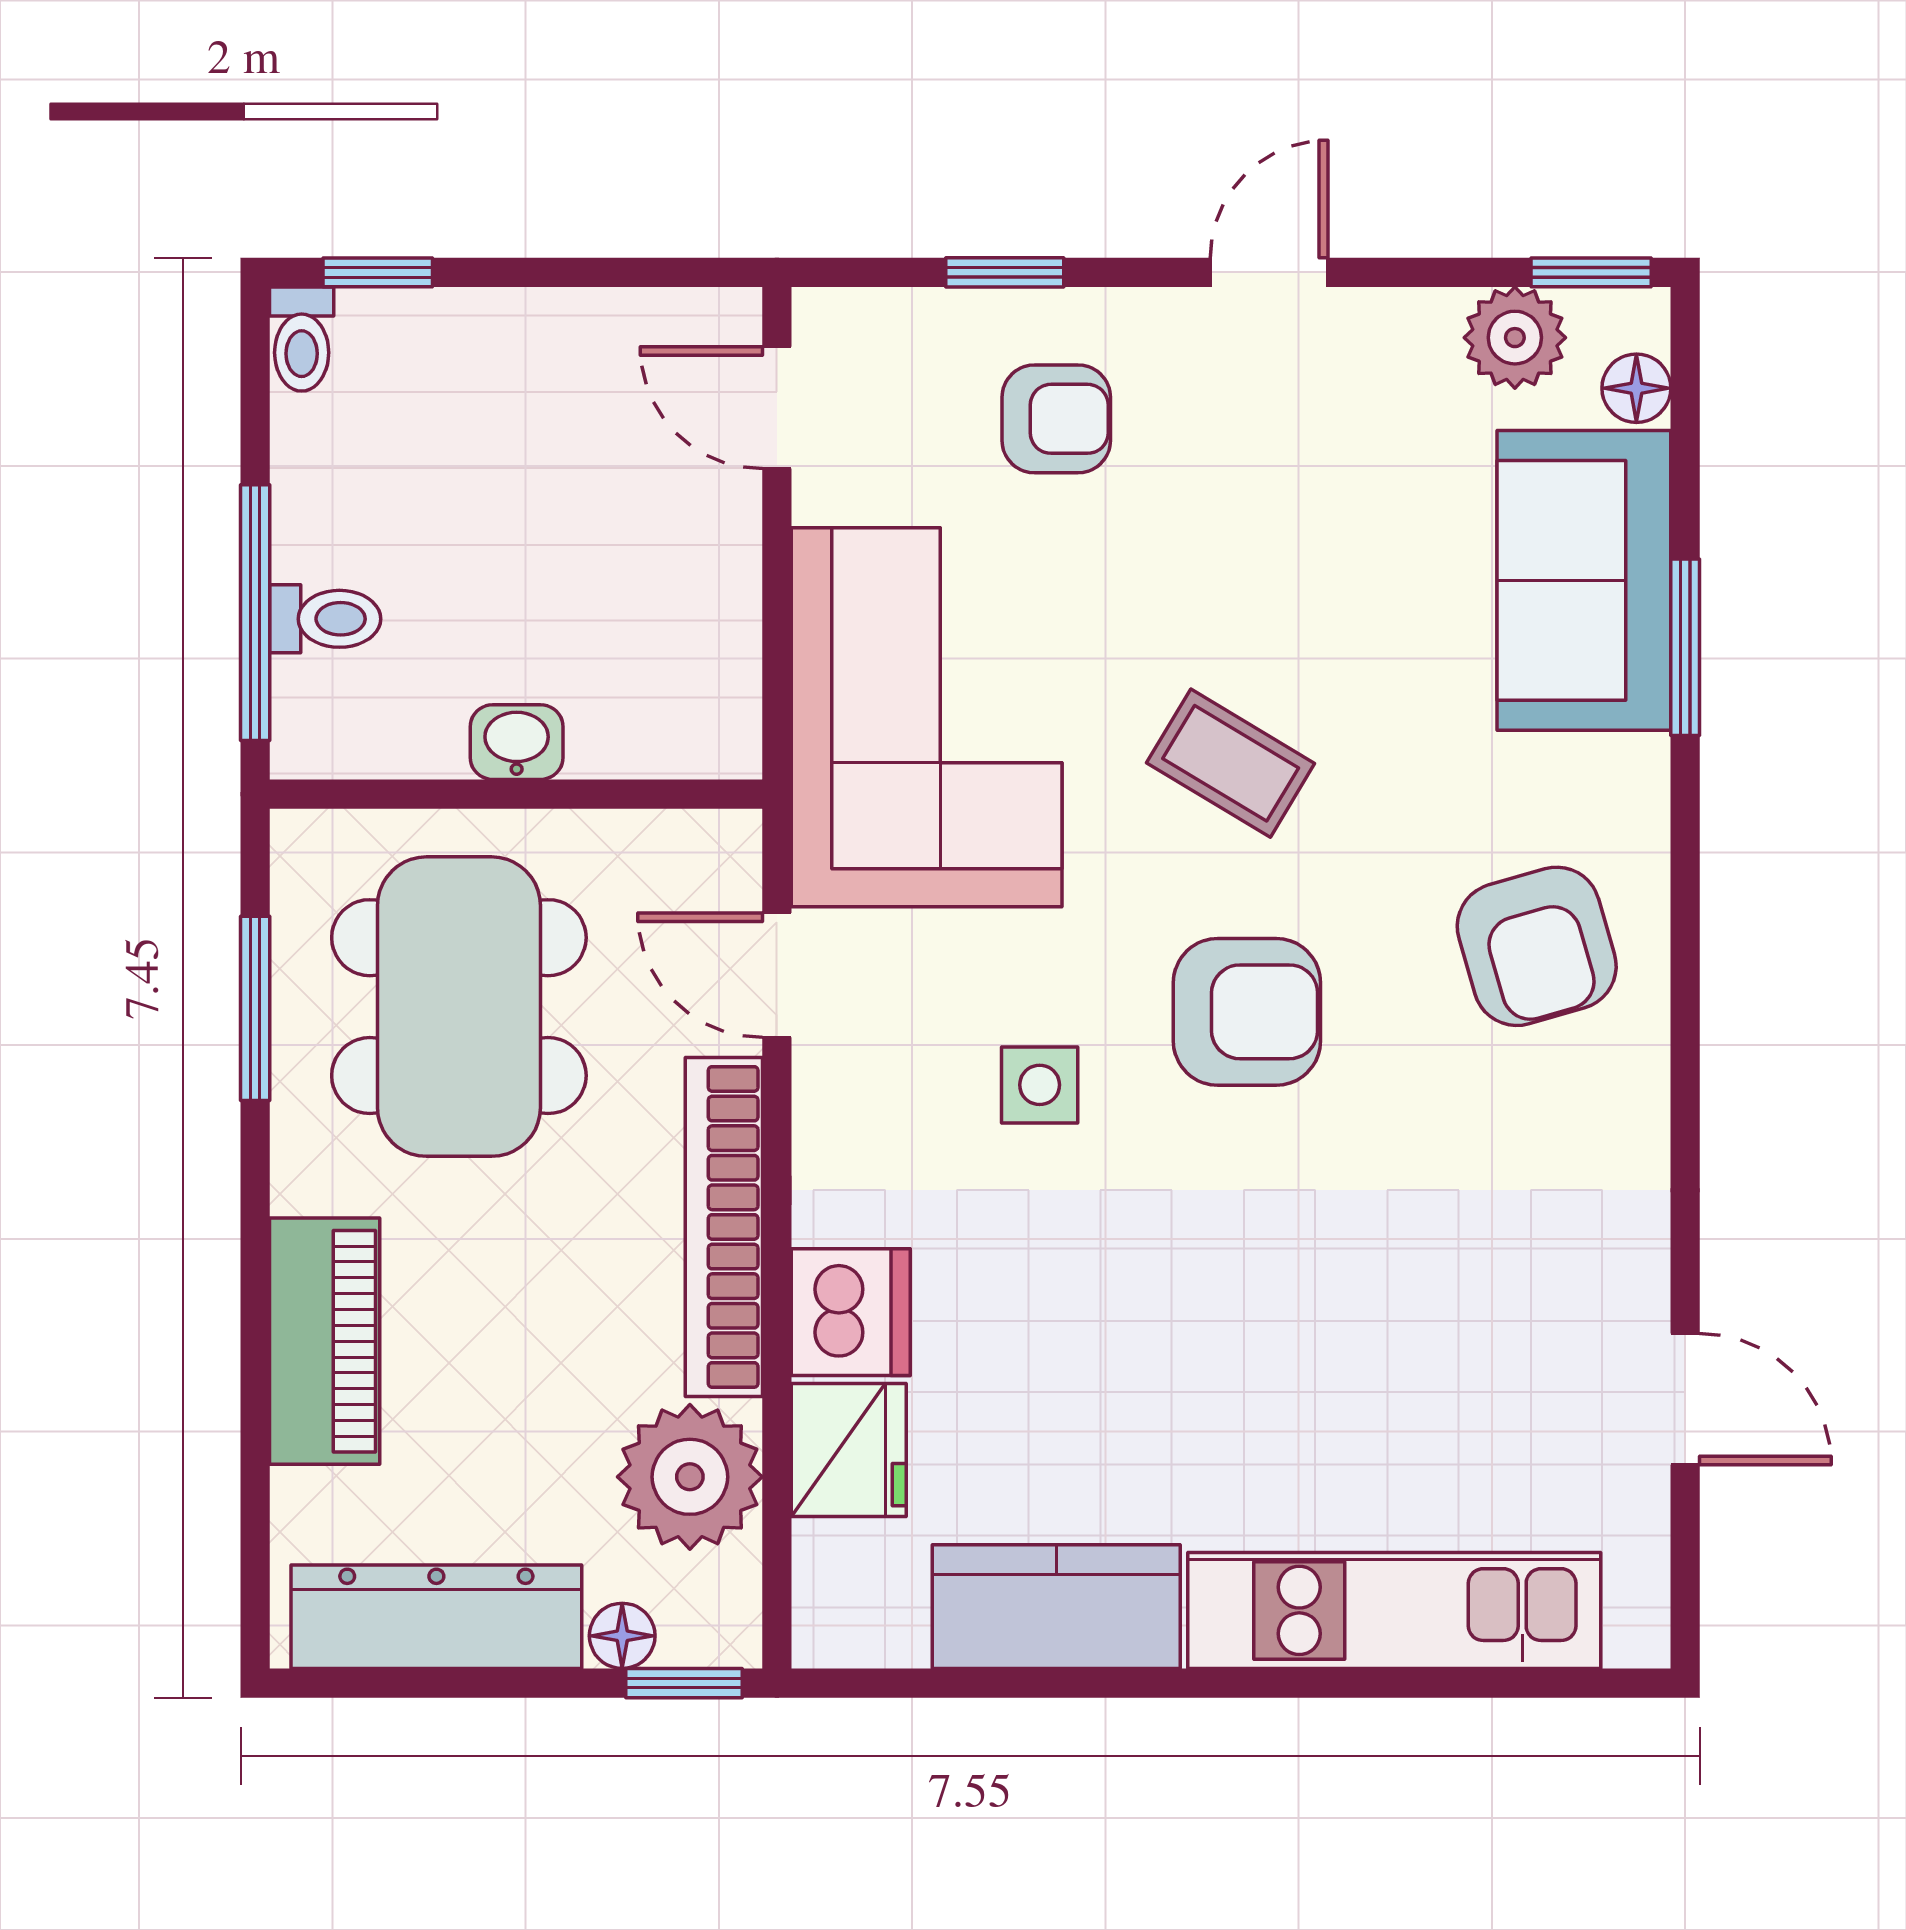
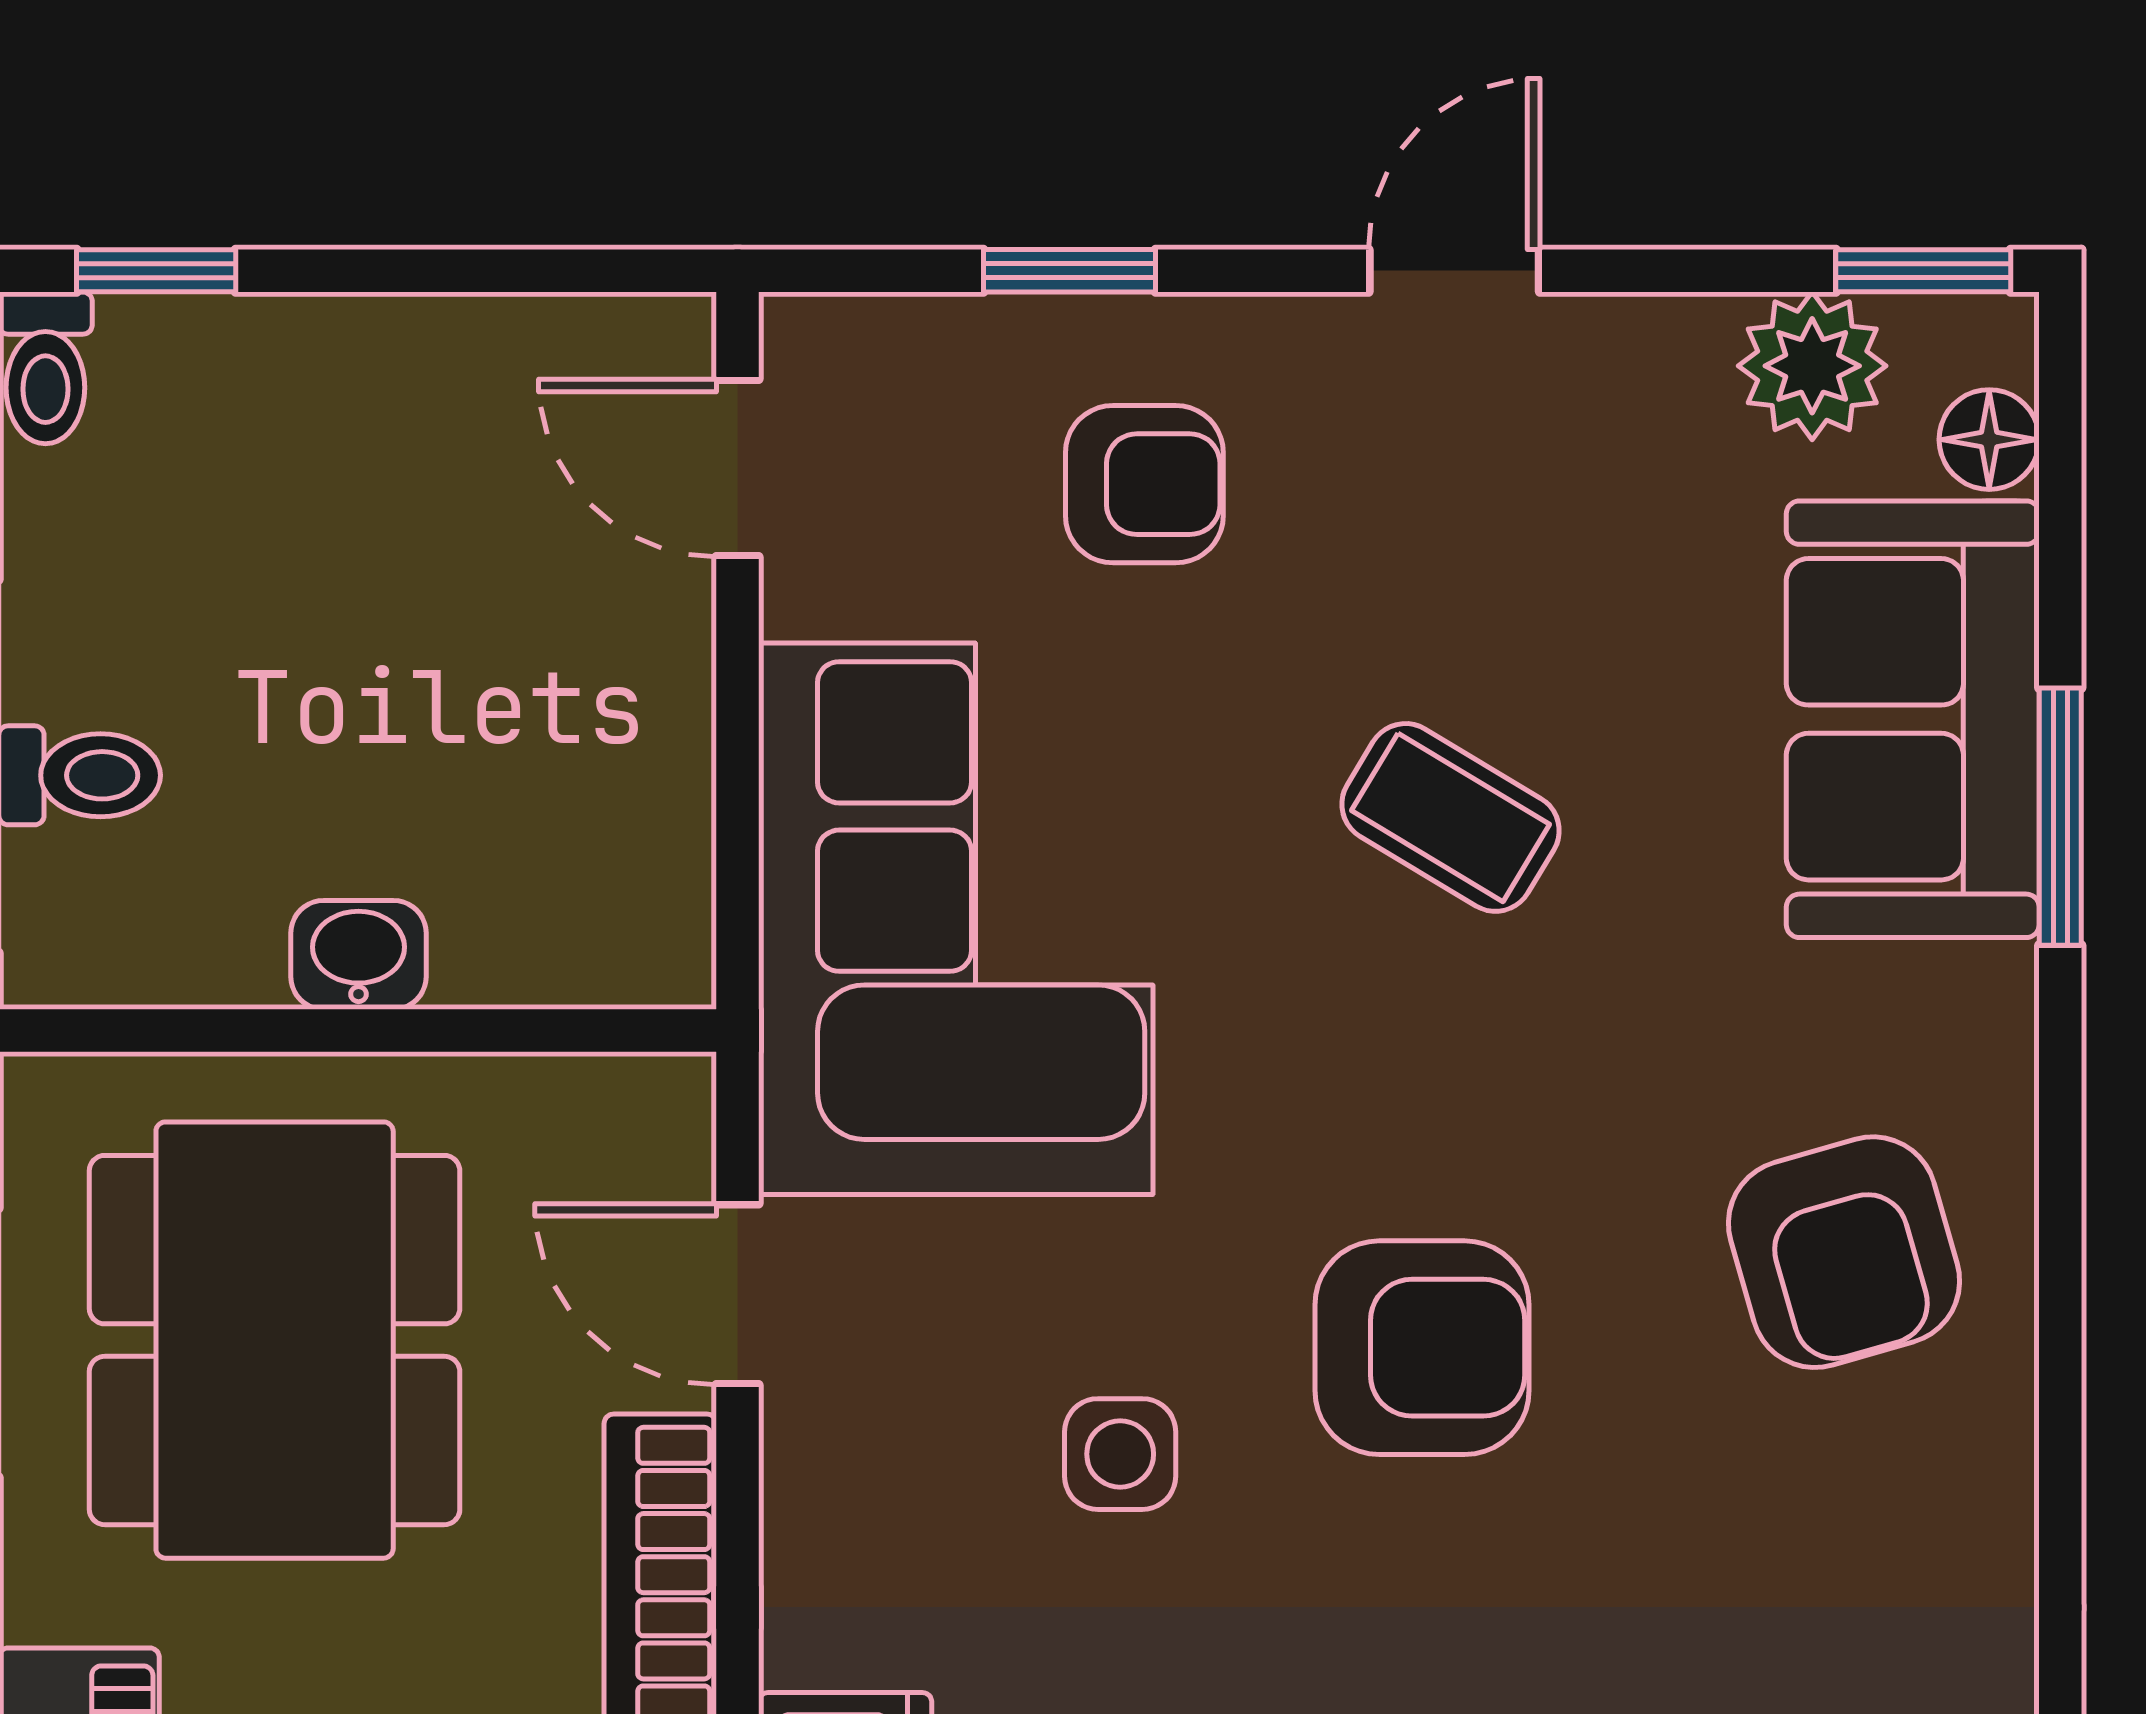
coffee table: (1231, 763) -> (1450, 817), moved

